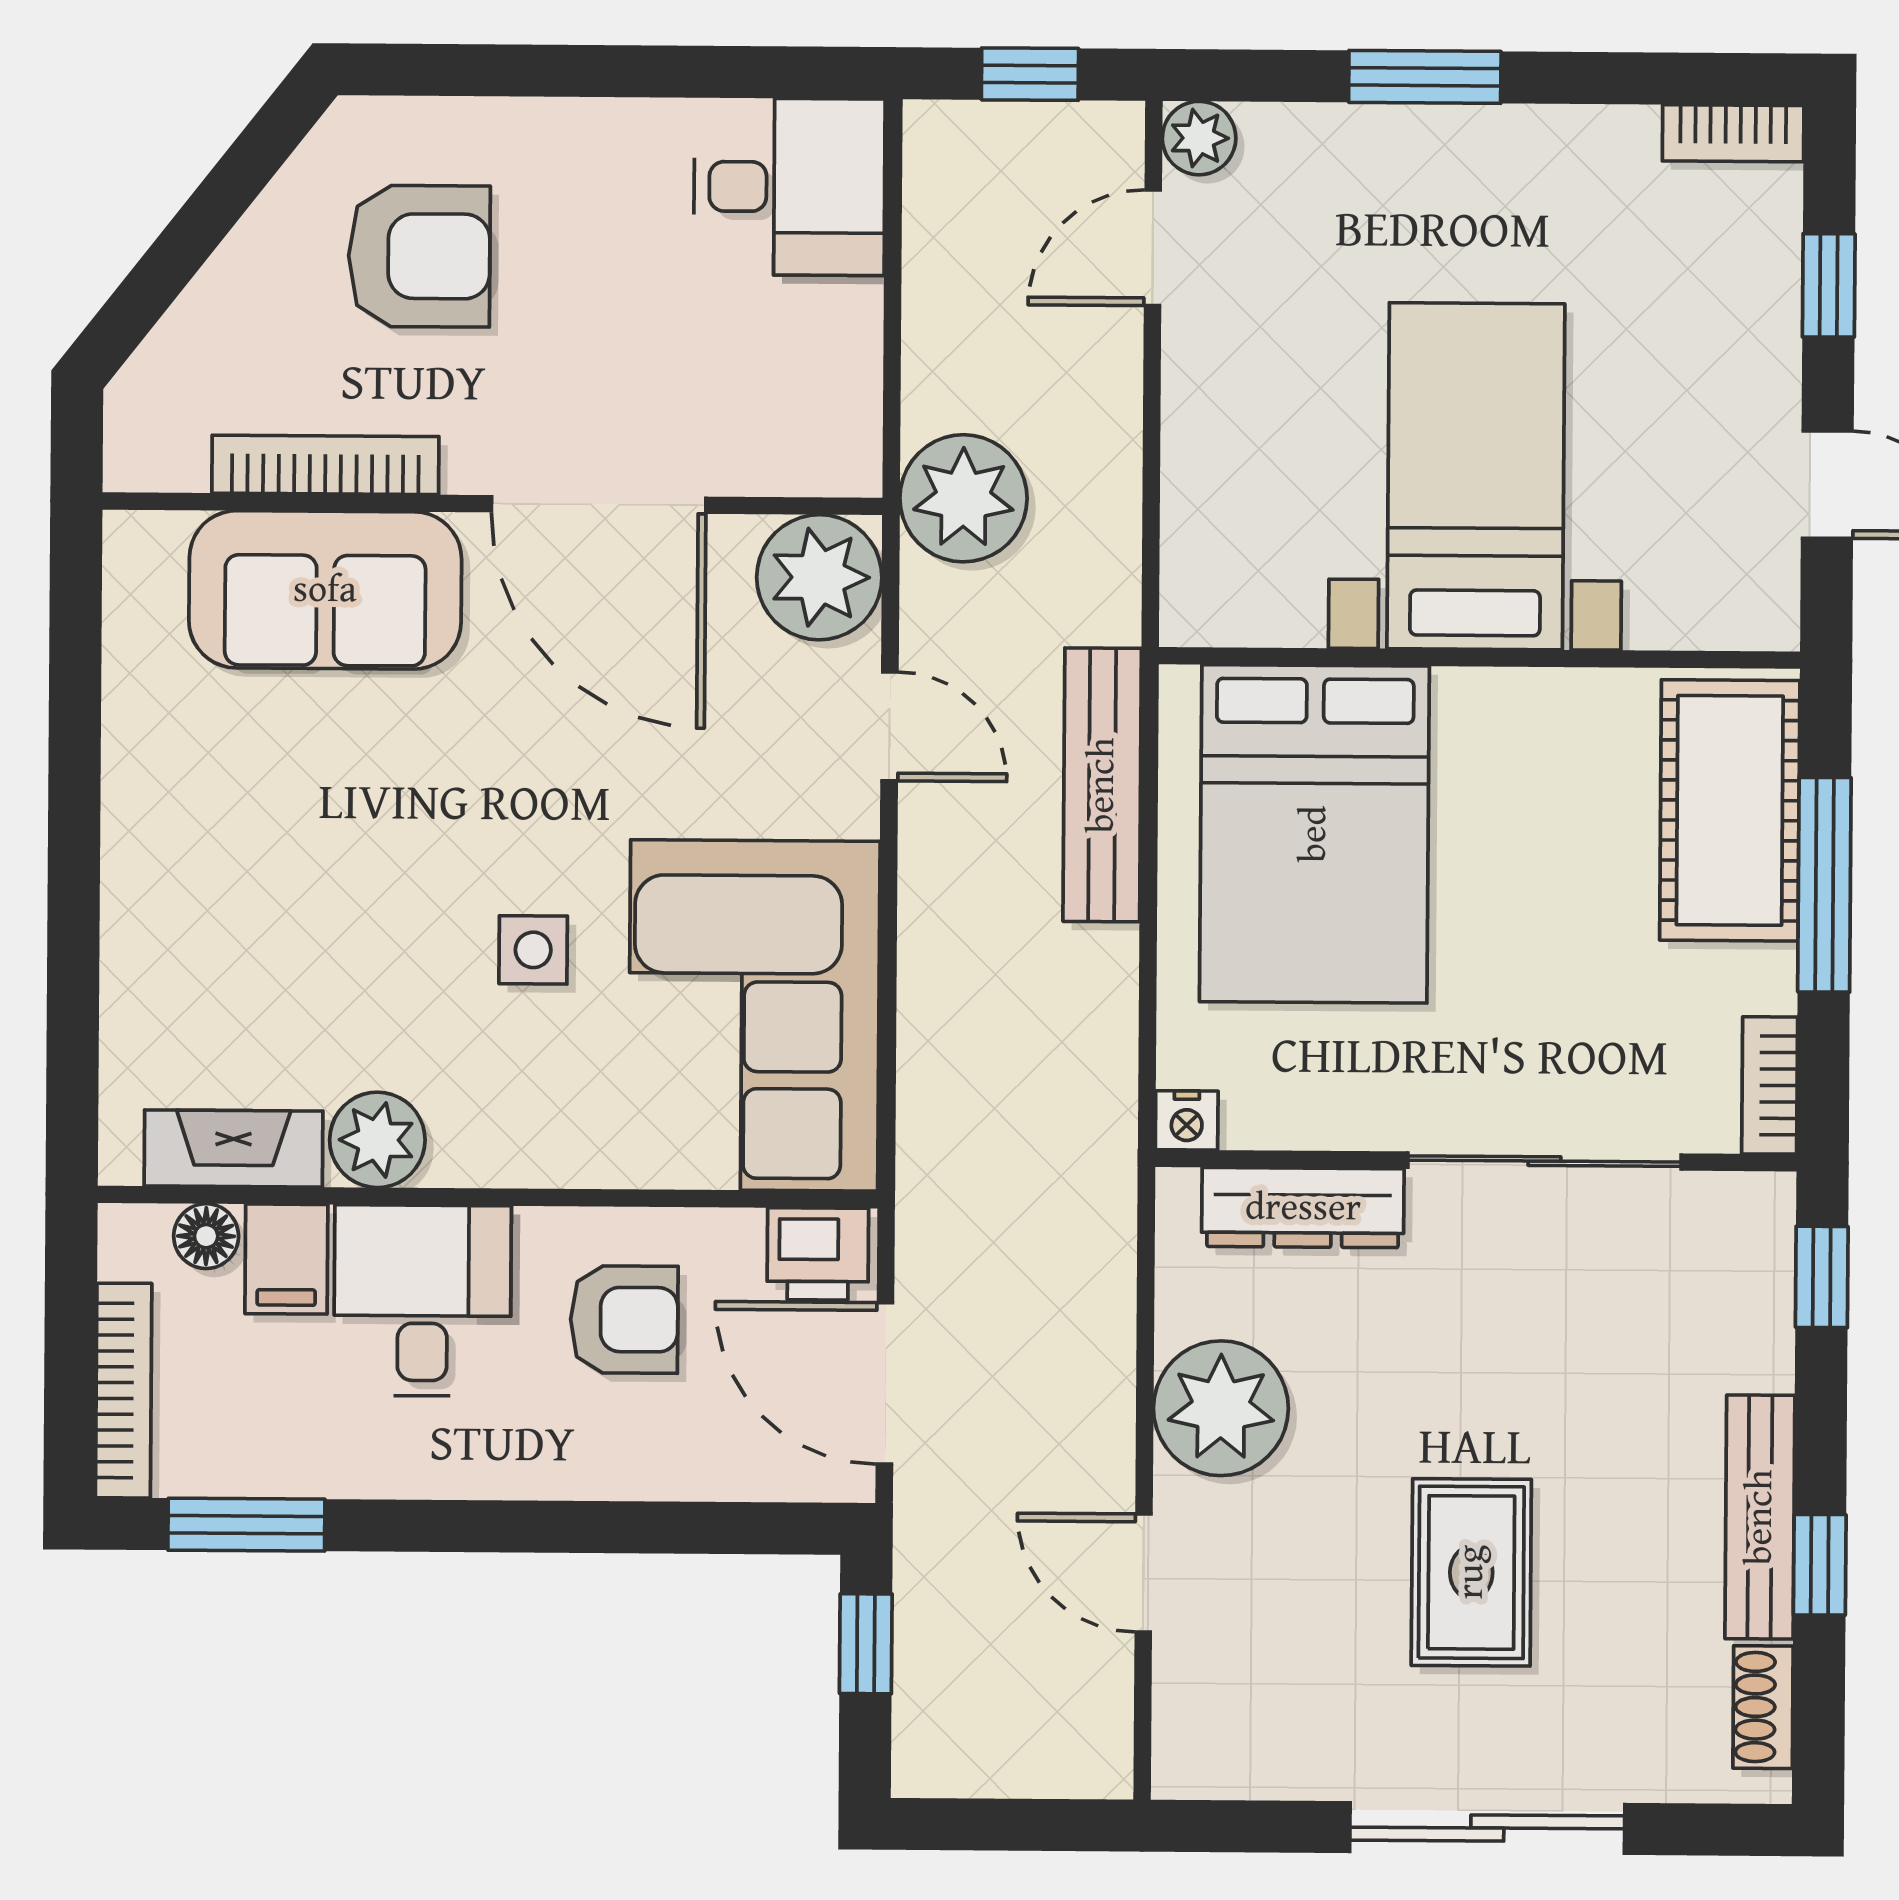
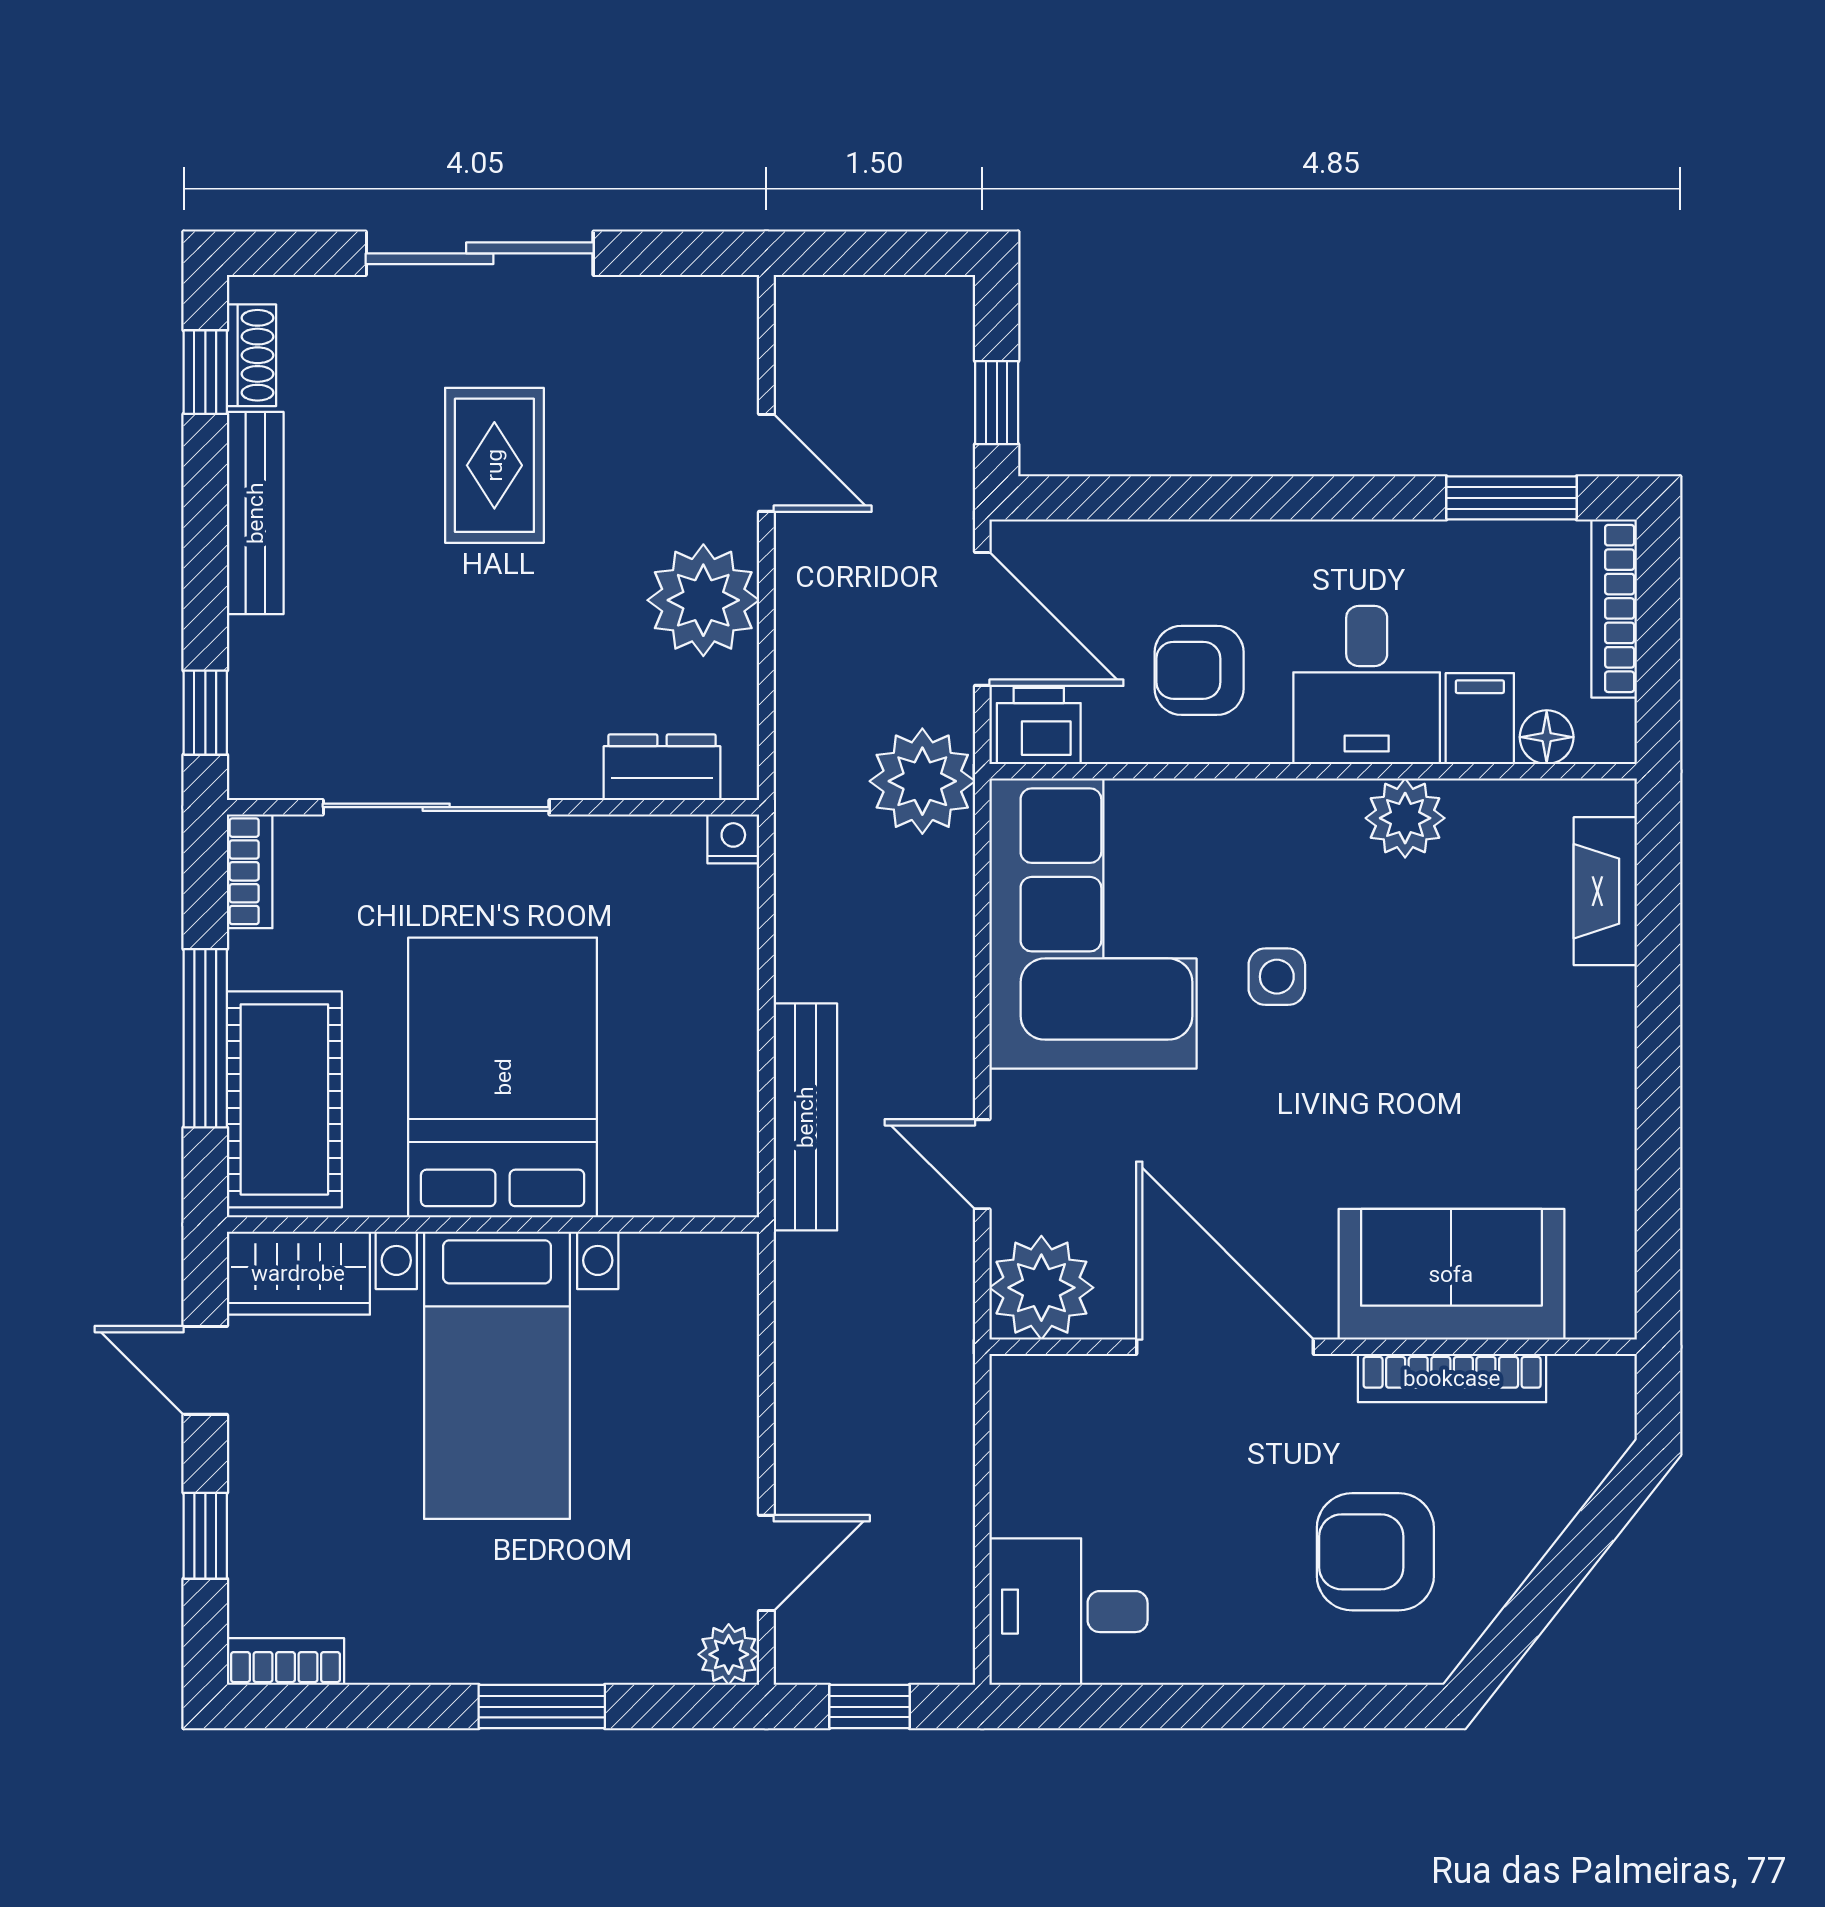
plant: (963, 498) -> (922, 781), moved
wardrobe: (1714, 601) -> (298, 1273), added
bed: (1314, 834) -> (503, 1077), moved
fireplace: (233, 1148) -> (1605, 891), moved, turned 90
dresser: (1303, 1208) -> (662, 767), width x0.70
window: (1820, 1565) -> (205, 372), moved

